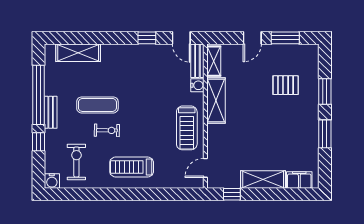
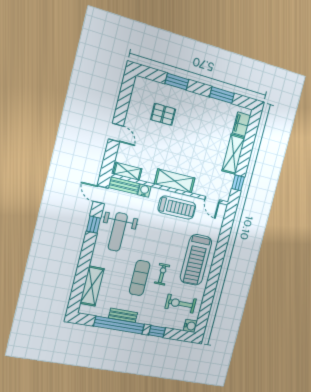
door: (181, 38) -> (101, 195), swing flipped
window: (285, 38) -> (123, 103), removed
weight bench: (145, 67) -> (118, 232), added
pallet: (286, 85) -> (163, 114), turned 90
shelving: (216, 100) -> (175, 181), moved
bench: (51, 112) -> (123, 315), moved
window: (325, 134) -> (222, 95), moved
treadmill: (132, 167) -> (196, 260), width x1.37, depth x1.38

